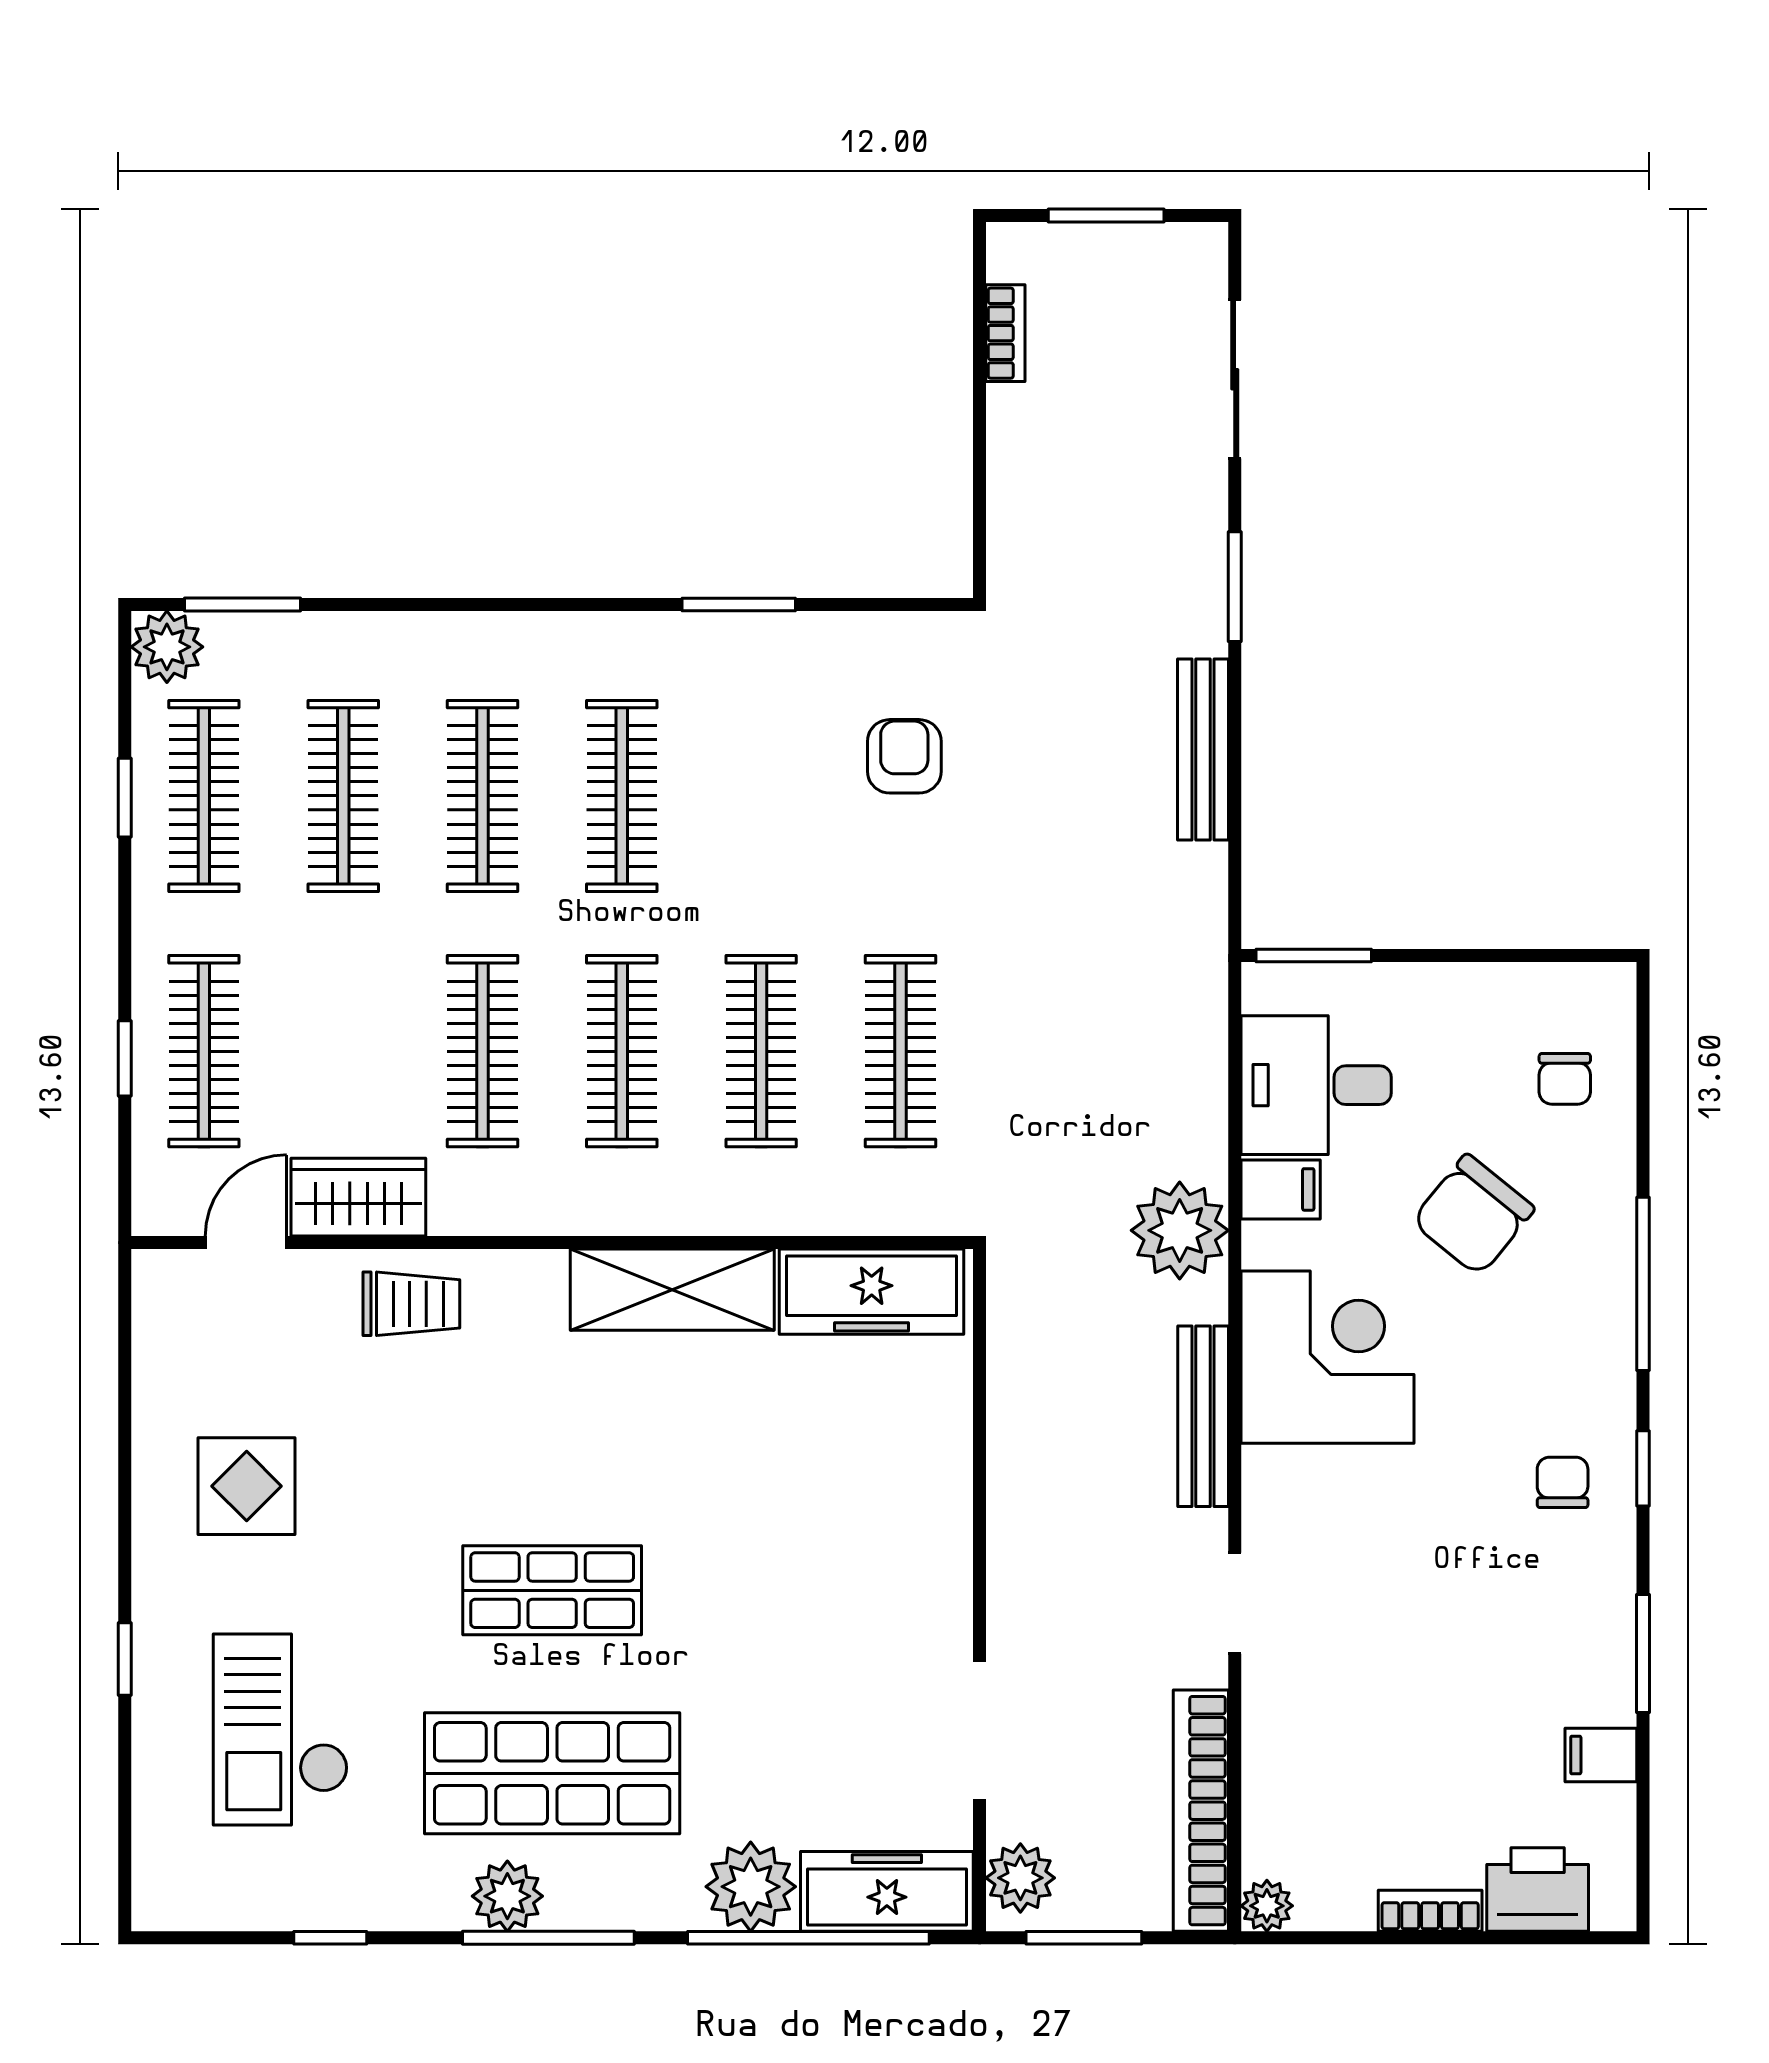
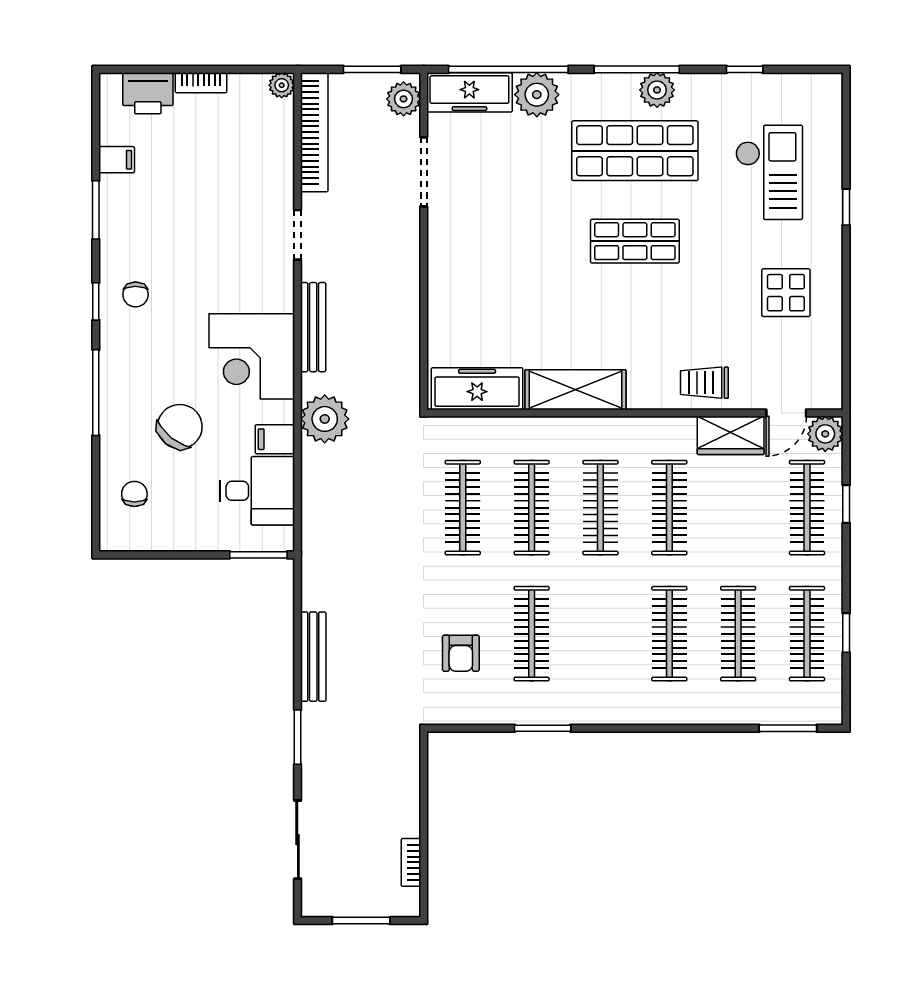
plant: (167, 647) -> (825, 434), moved
clothes rail: (622, 796) -> (532, 634), moved

